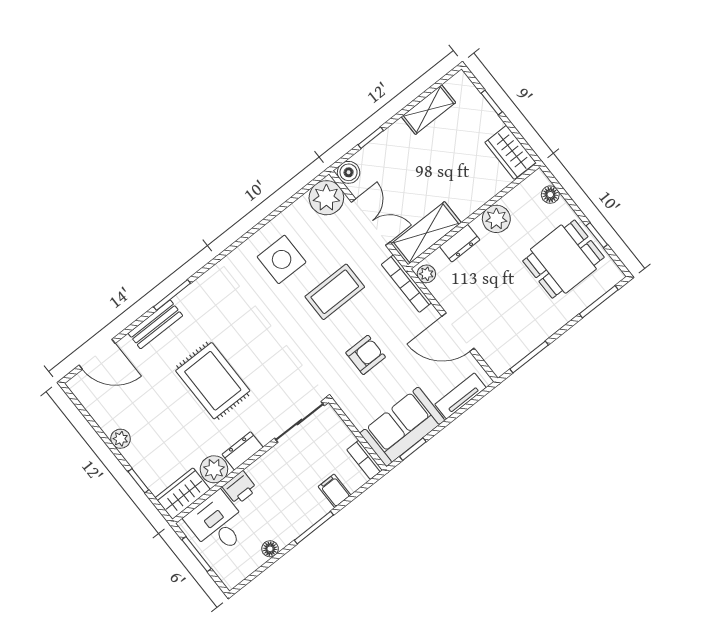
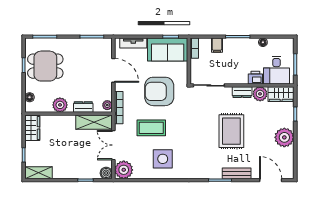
shelving: (428, 110) -> (39, 173), moved
armchair: (366, 355) -> (159, 91), width x1.88, depth x1.88
plant: (120, 439) -> (284, 137), width x1.88, depth x1.88

